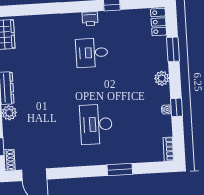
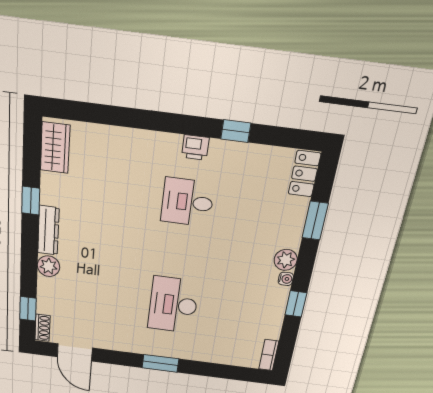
water cooler: (166, 109) -> (286, 279), moved
window: (120, 170) -> (160, 363), moved

